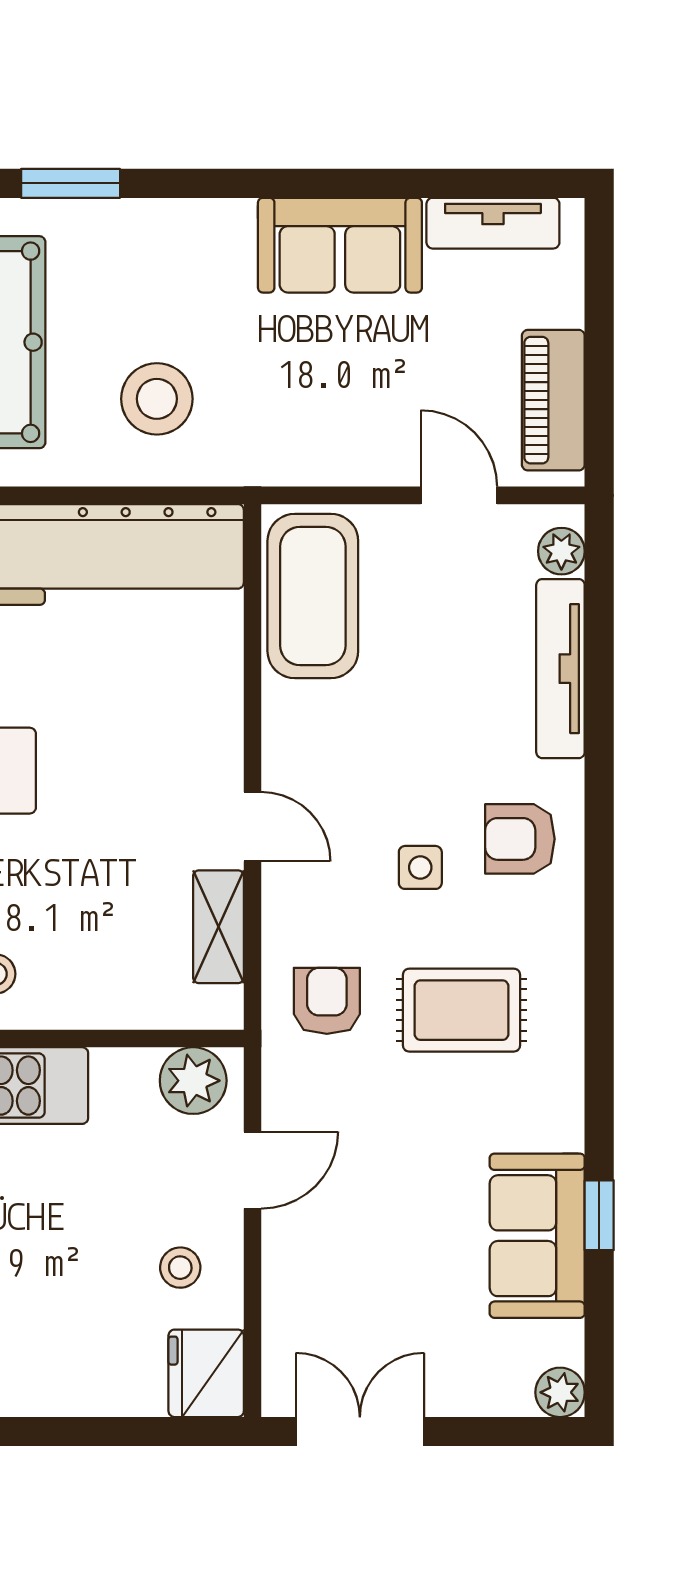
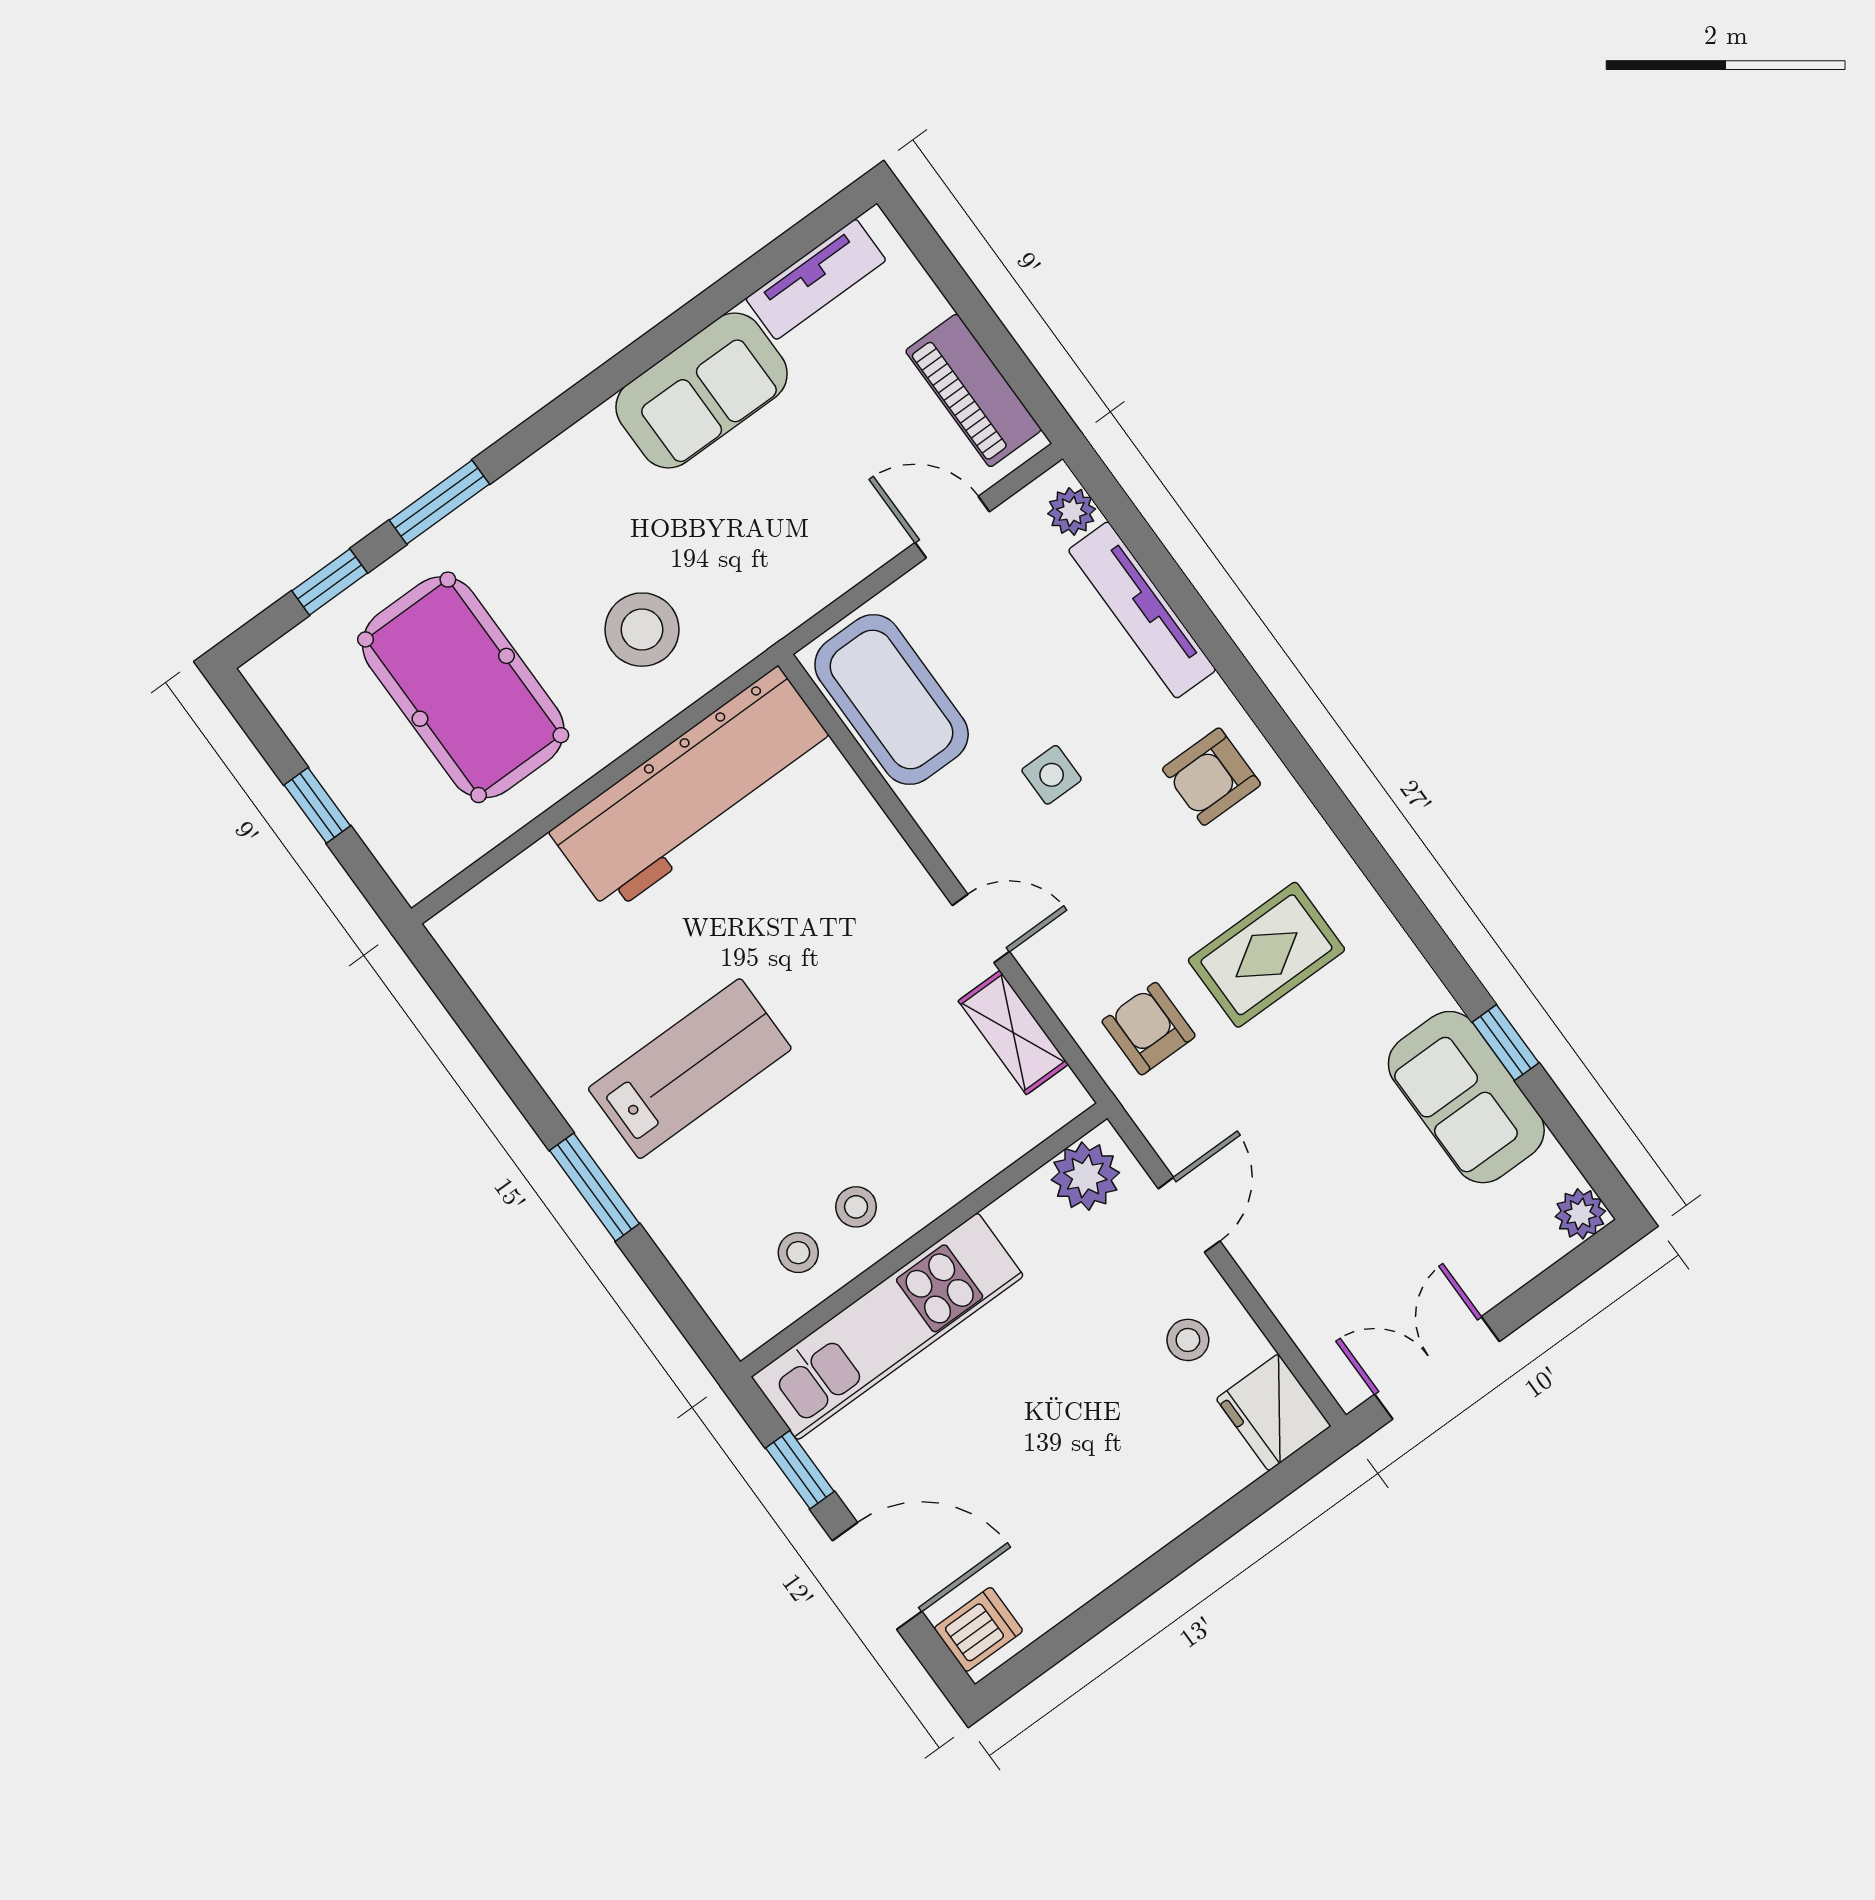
side table: (420, 867) -> (1052, 775), moved

